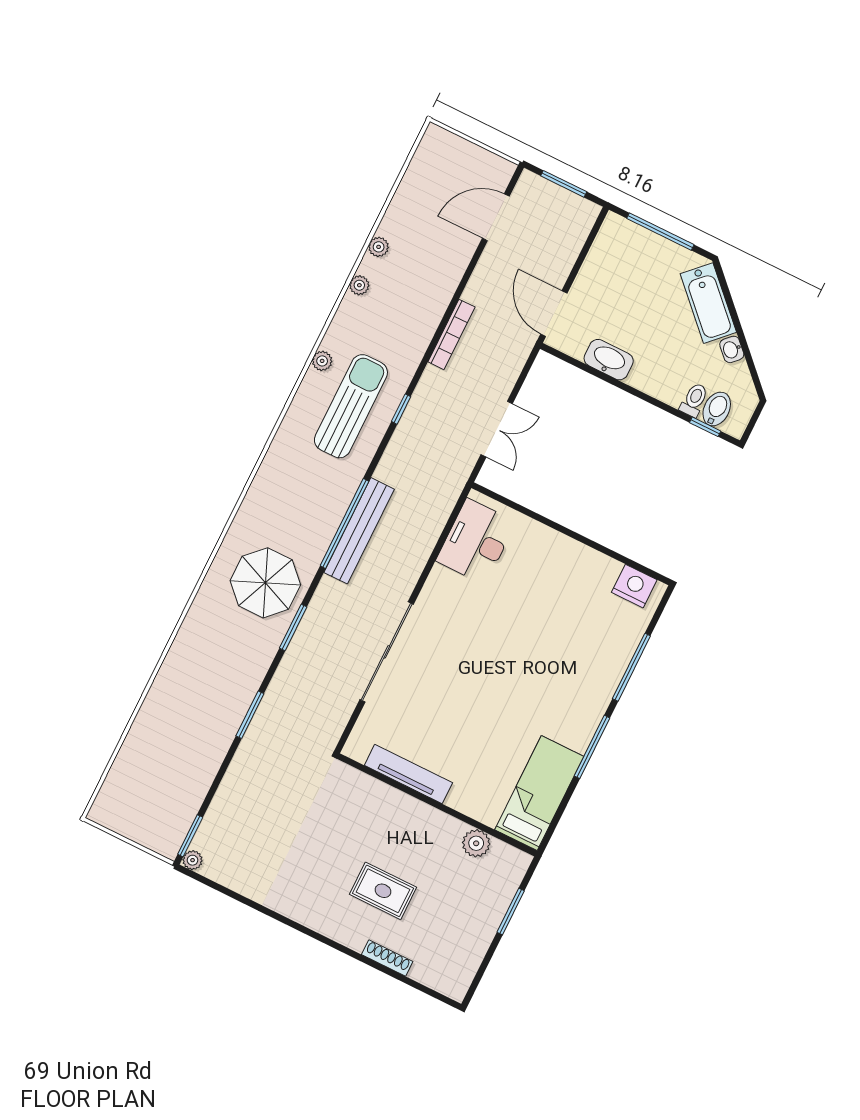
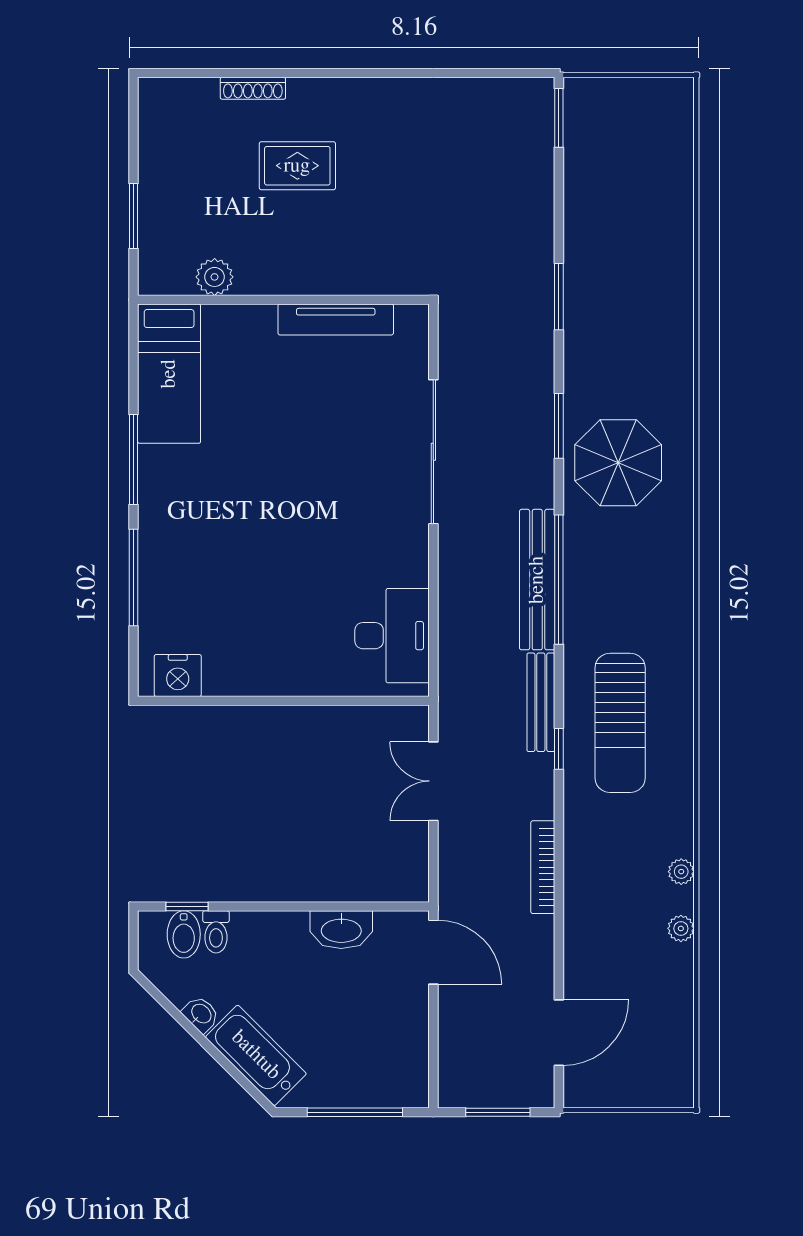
plant: (322, 361) -> (681, 760), removed
bench: (398, 447) -> (541, 702), added
plant: (193, 860) -> (542, 90), removed

